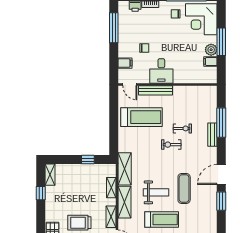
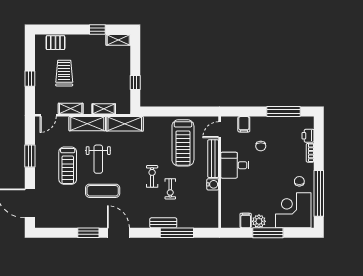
water cooler: (178, 91) -> (213, 184), added

